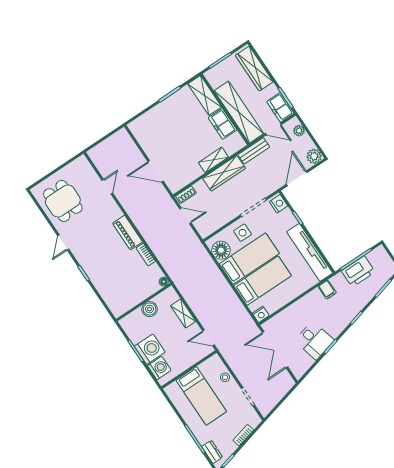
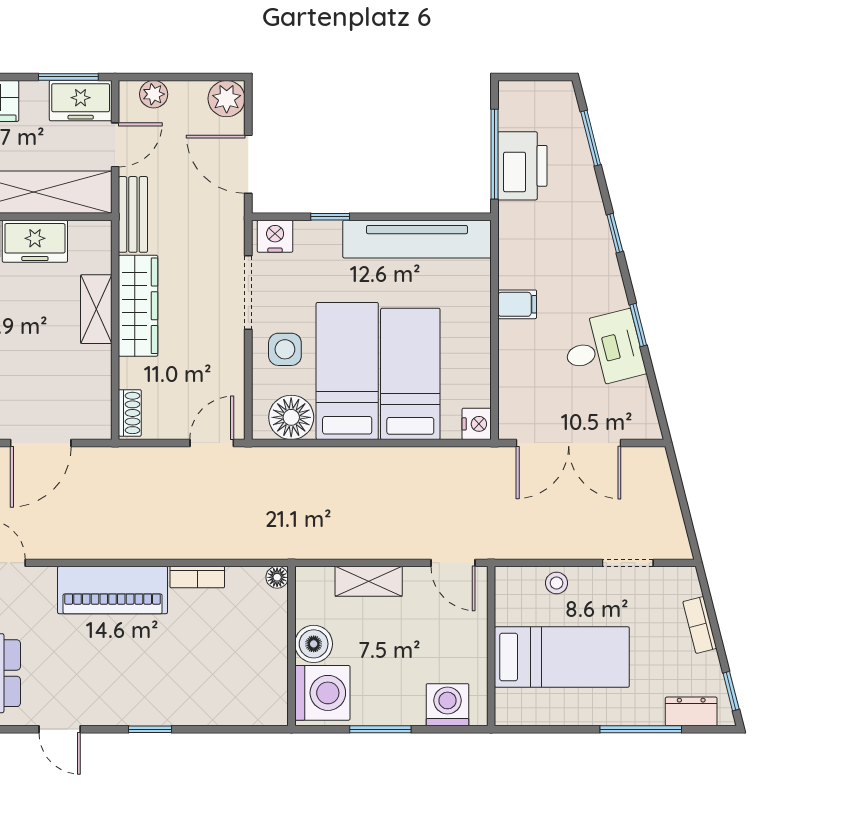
door: (185, 216) -> (212, 443), moved
piano: (128, 233) -> (113, 590), width x1.37, depth x1.33
filing cabinet: (327, 290) -> (517, 304), moved
door: (208, 338) -> (453, 563), hinge flipped
washing machine: (150, 349) -> (322, 693), moved, turned 90

